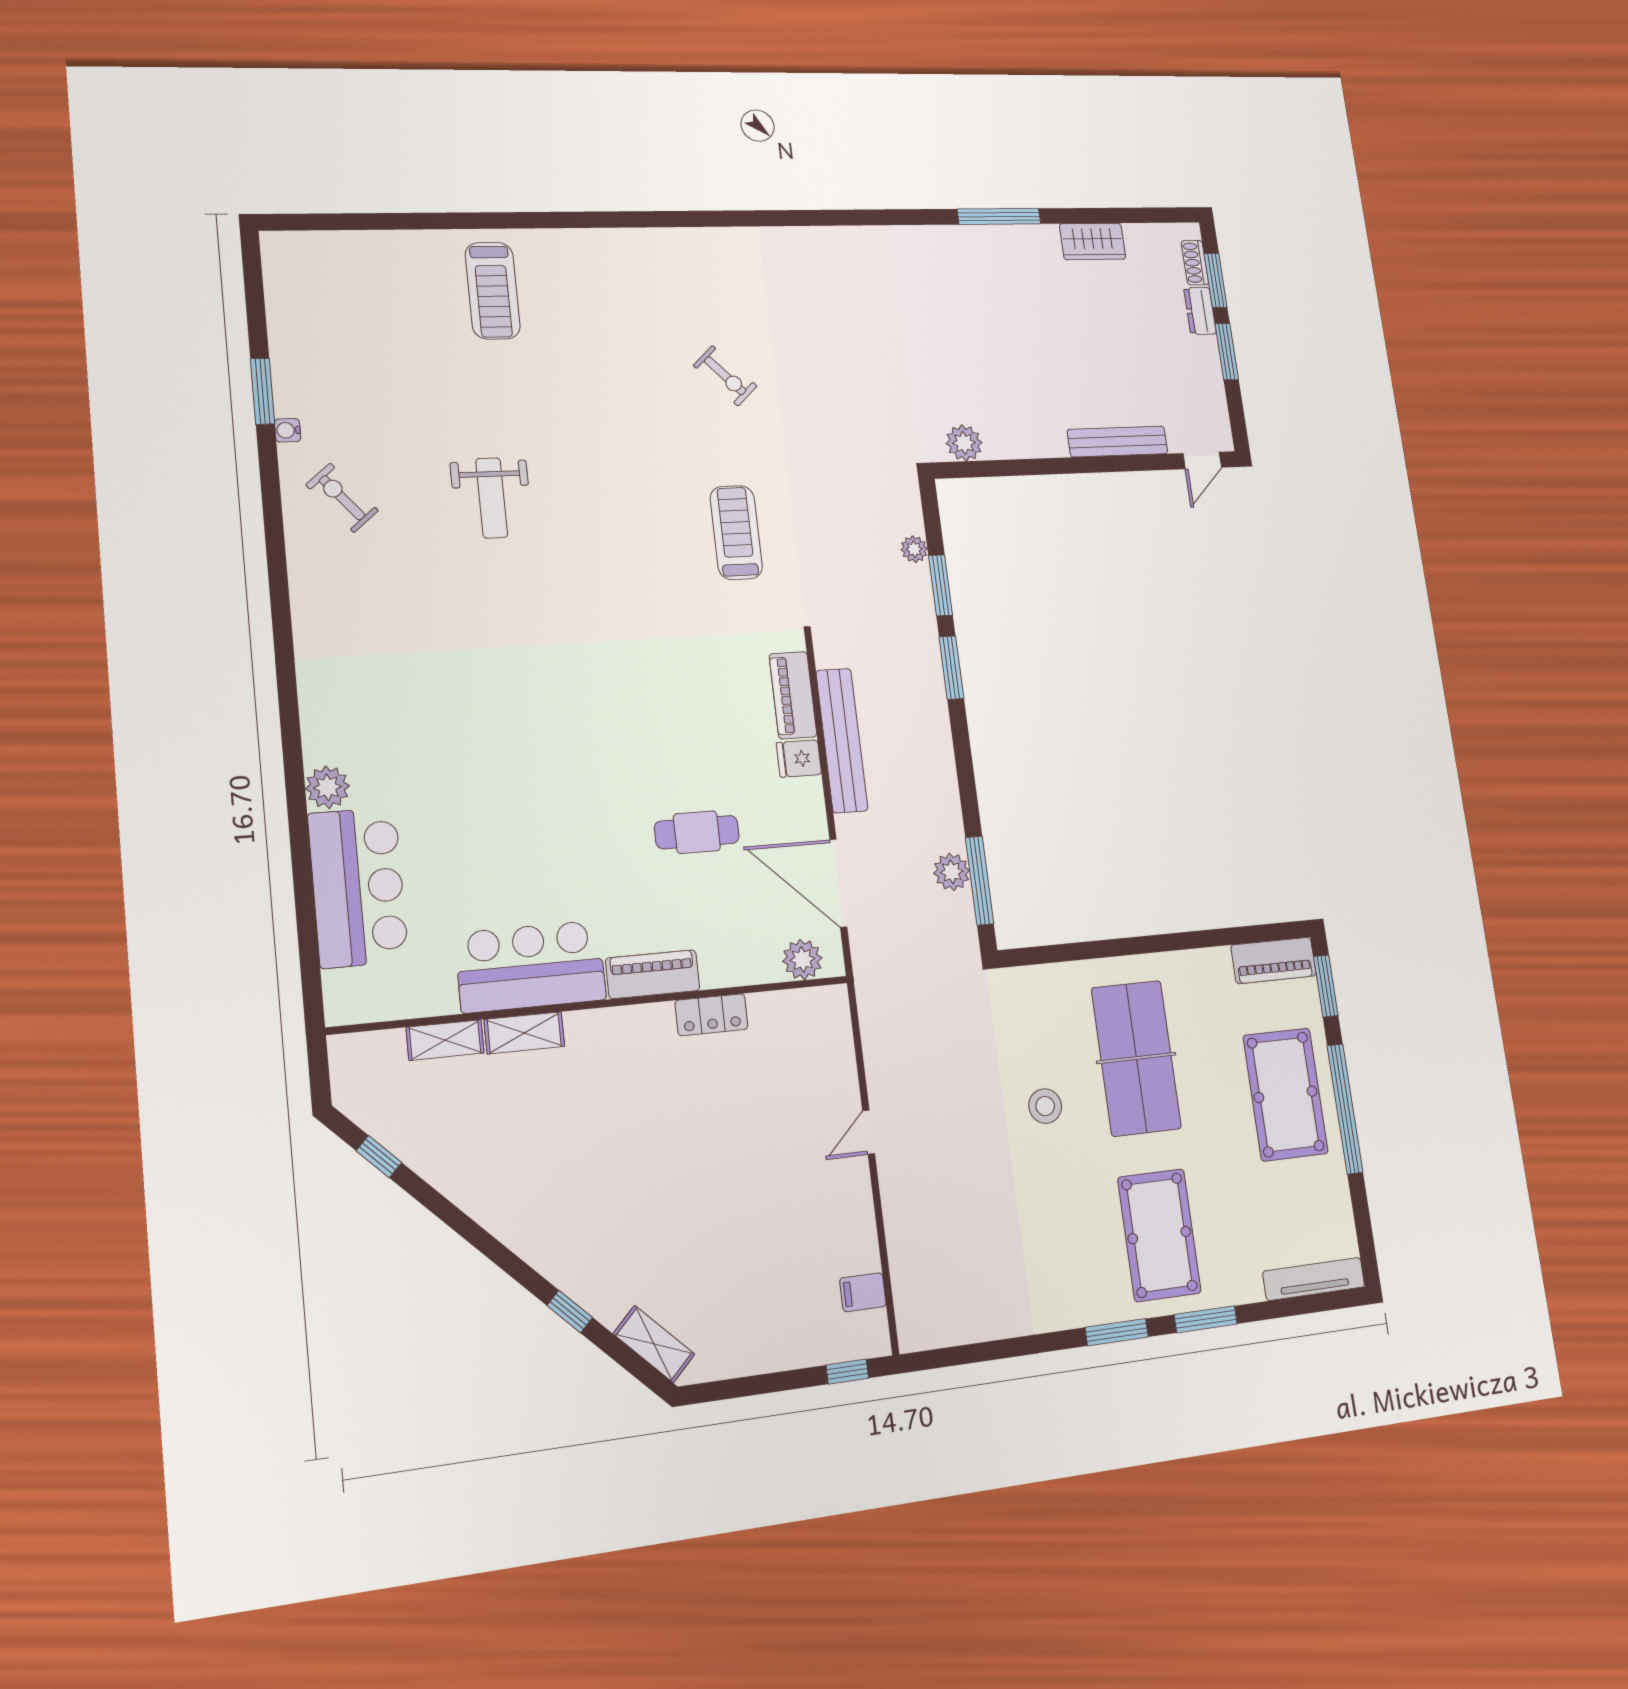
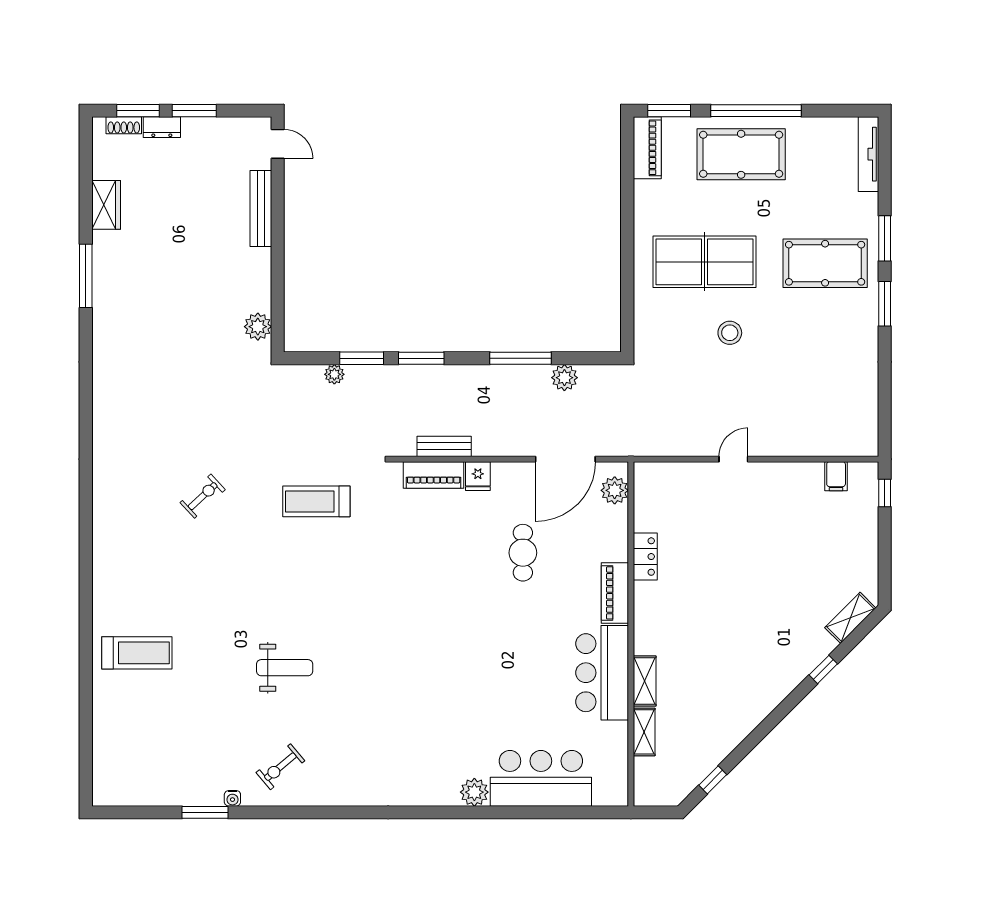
bench: (842, 740) -> (444, 446), width x0.54, depth x0.82
window: (980, 880) -> (520, 358), moved
door: (869, 1132) -> (733, 459), swing flipped

